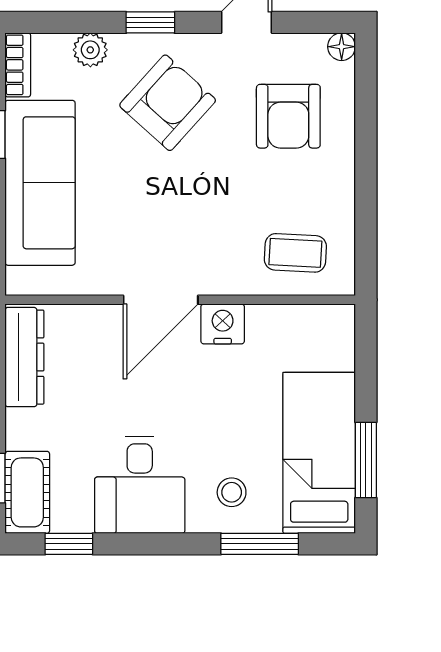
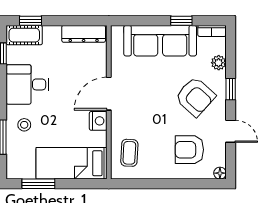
door: (161, 300) -> (109, 94), hinge flipped
bed: (319, 453) -> (72, 163), moved, turned 180

